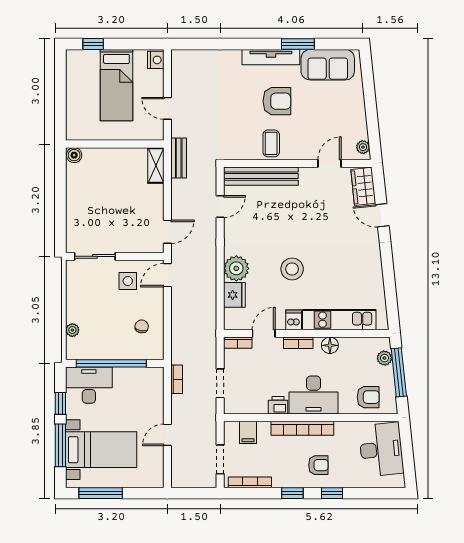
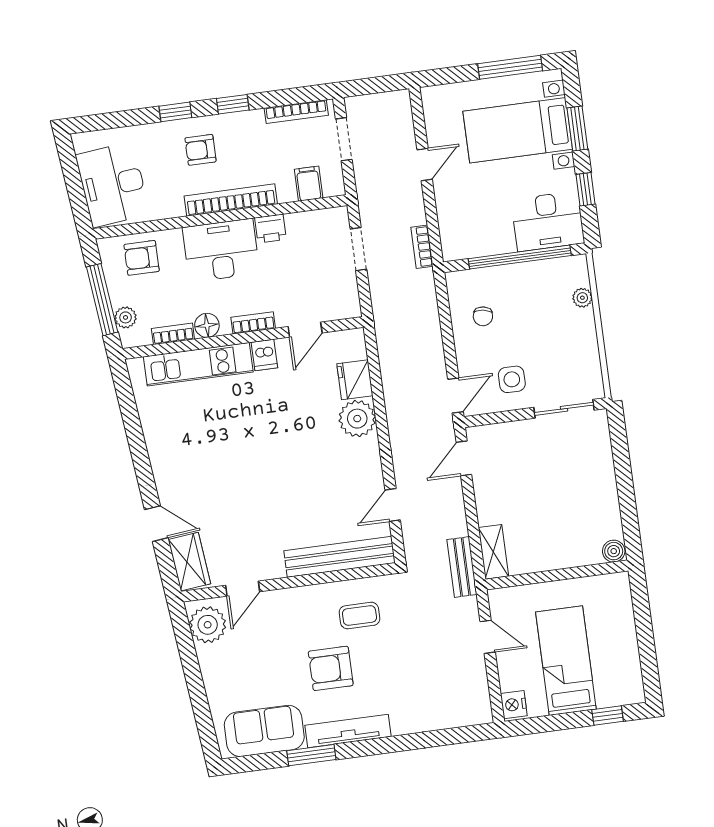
coffee table: (271, 143) -> (359, 616), moved, turned 90
plant: (363, 147) -> (208, 625), width x1.88, depth x1.88
stool: (292, 269) -> (276, 428), removed
bookcase: (238, 343) -> (173, 334), moved
window: (60, 445) -> (577, 129), width x0.69

